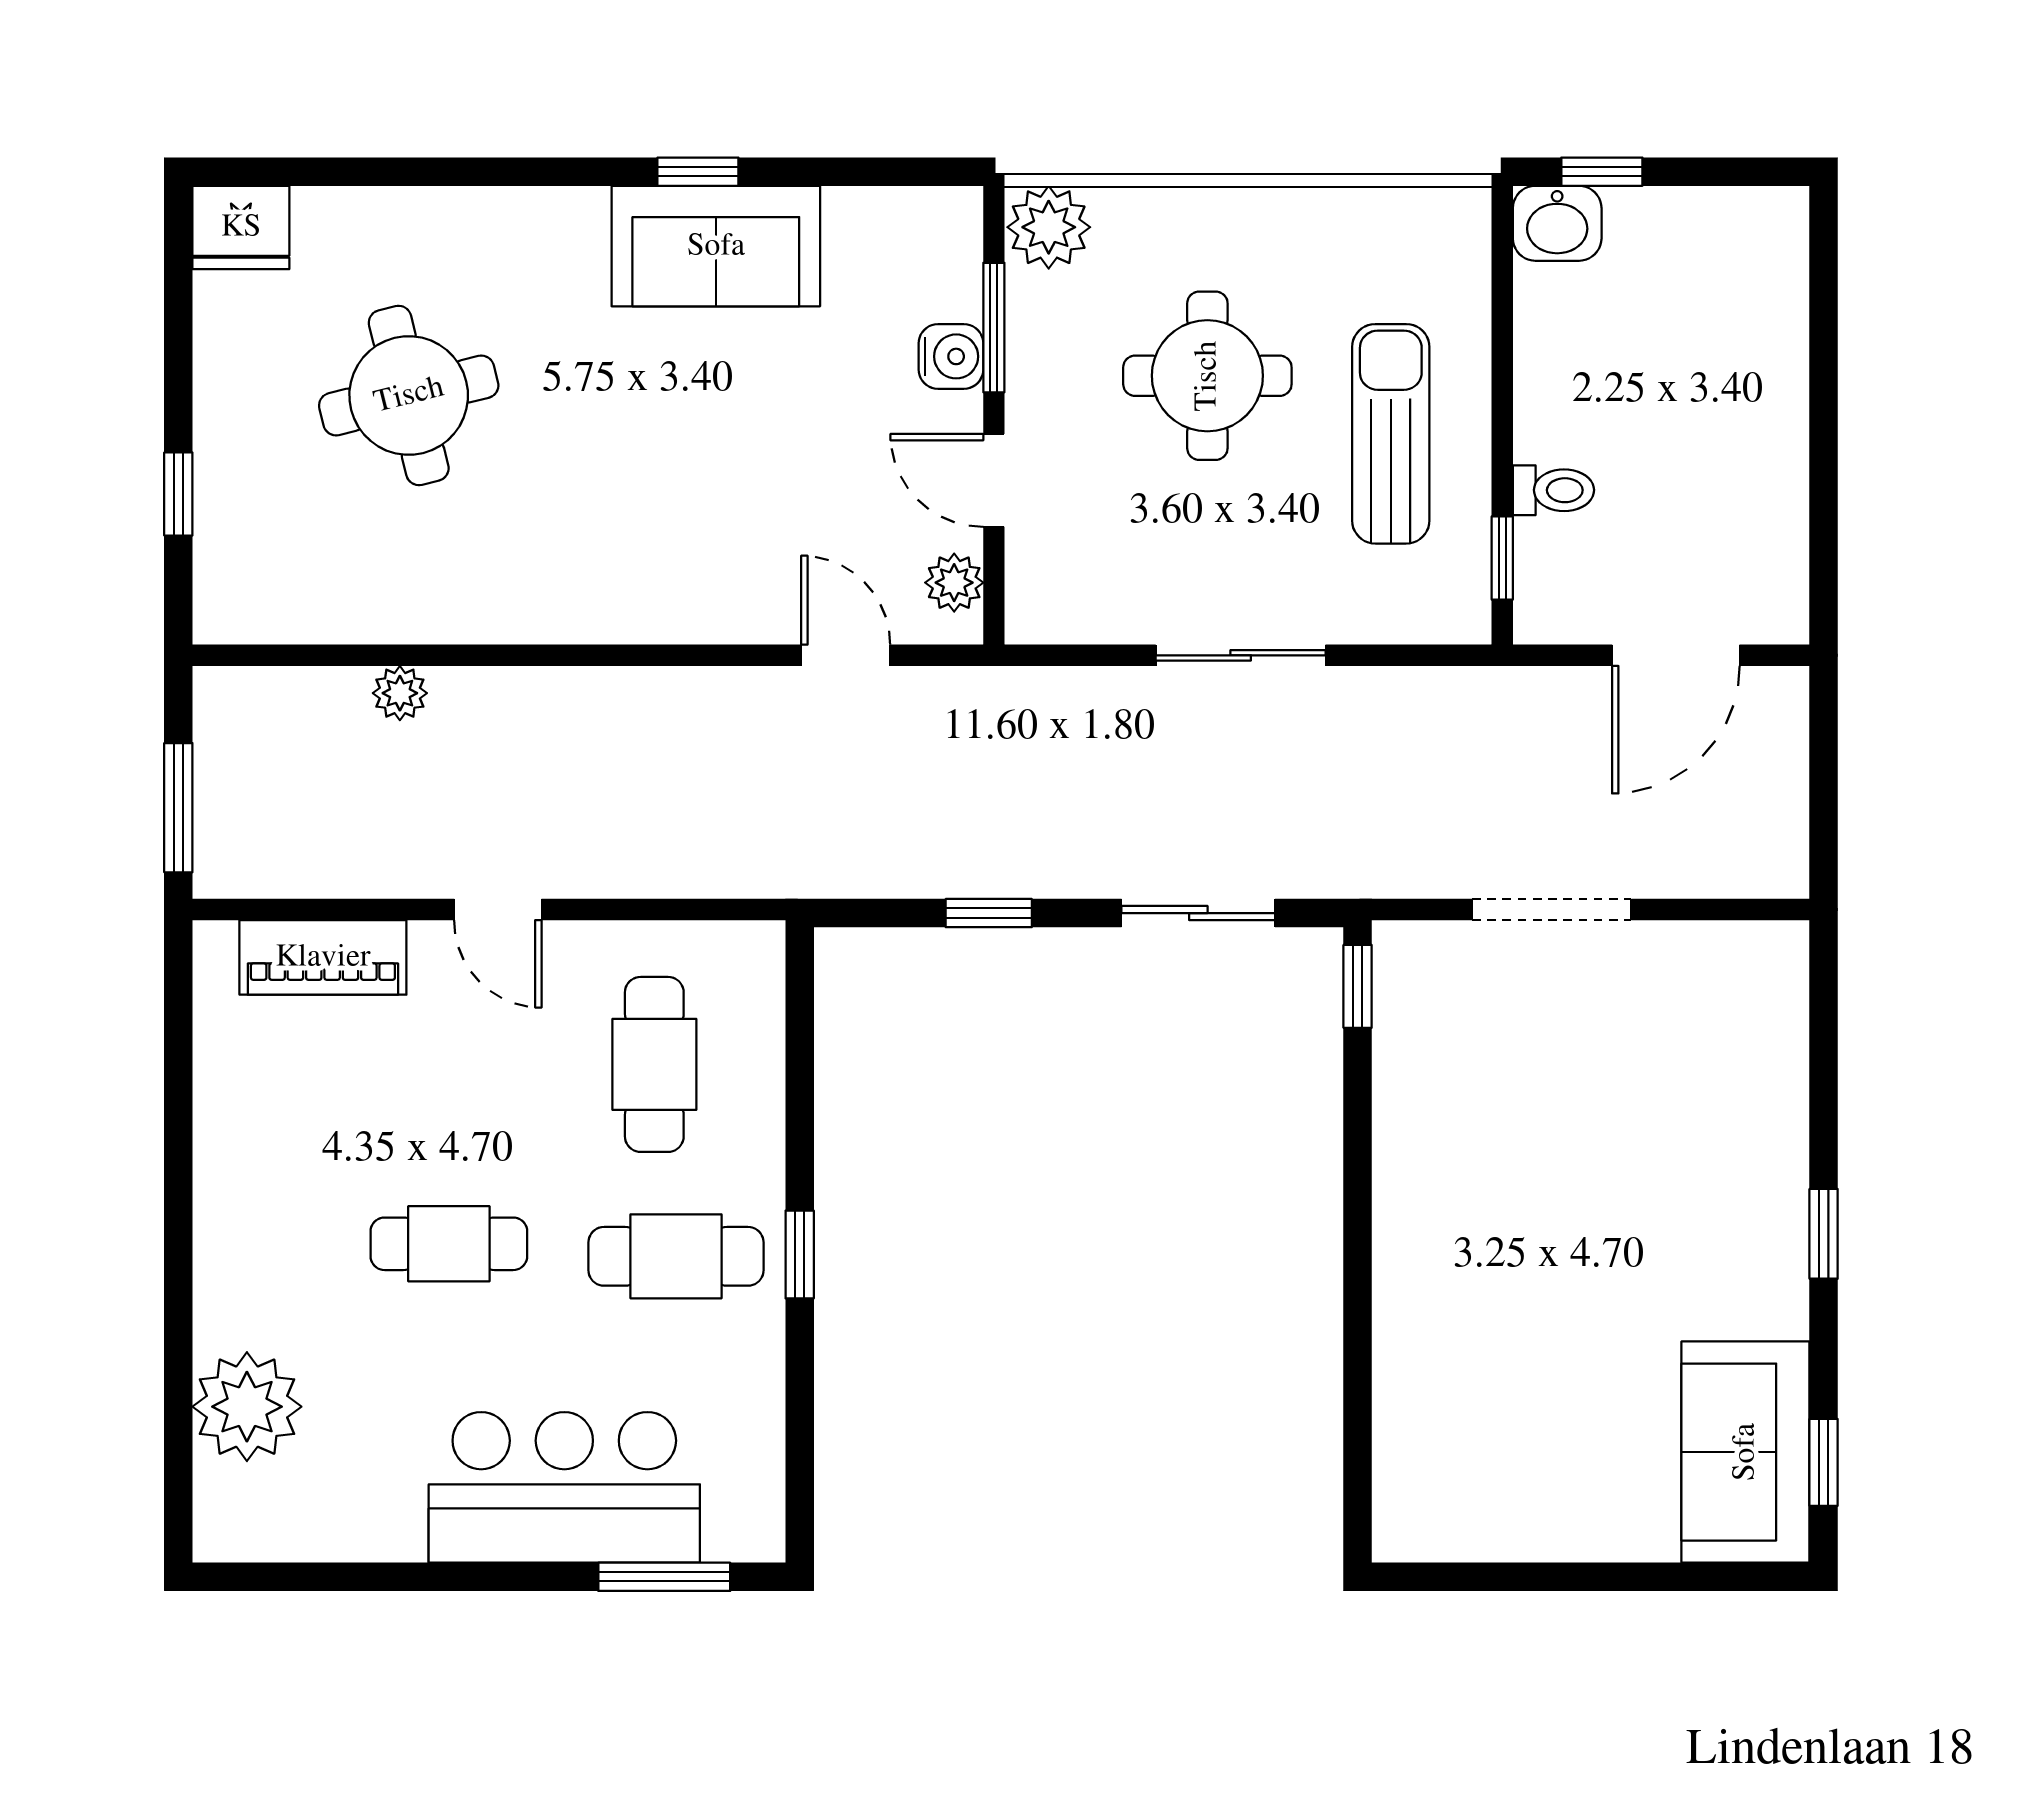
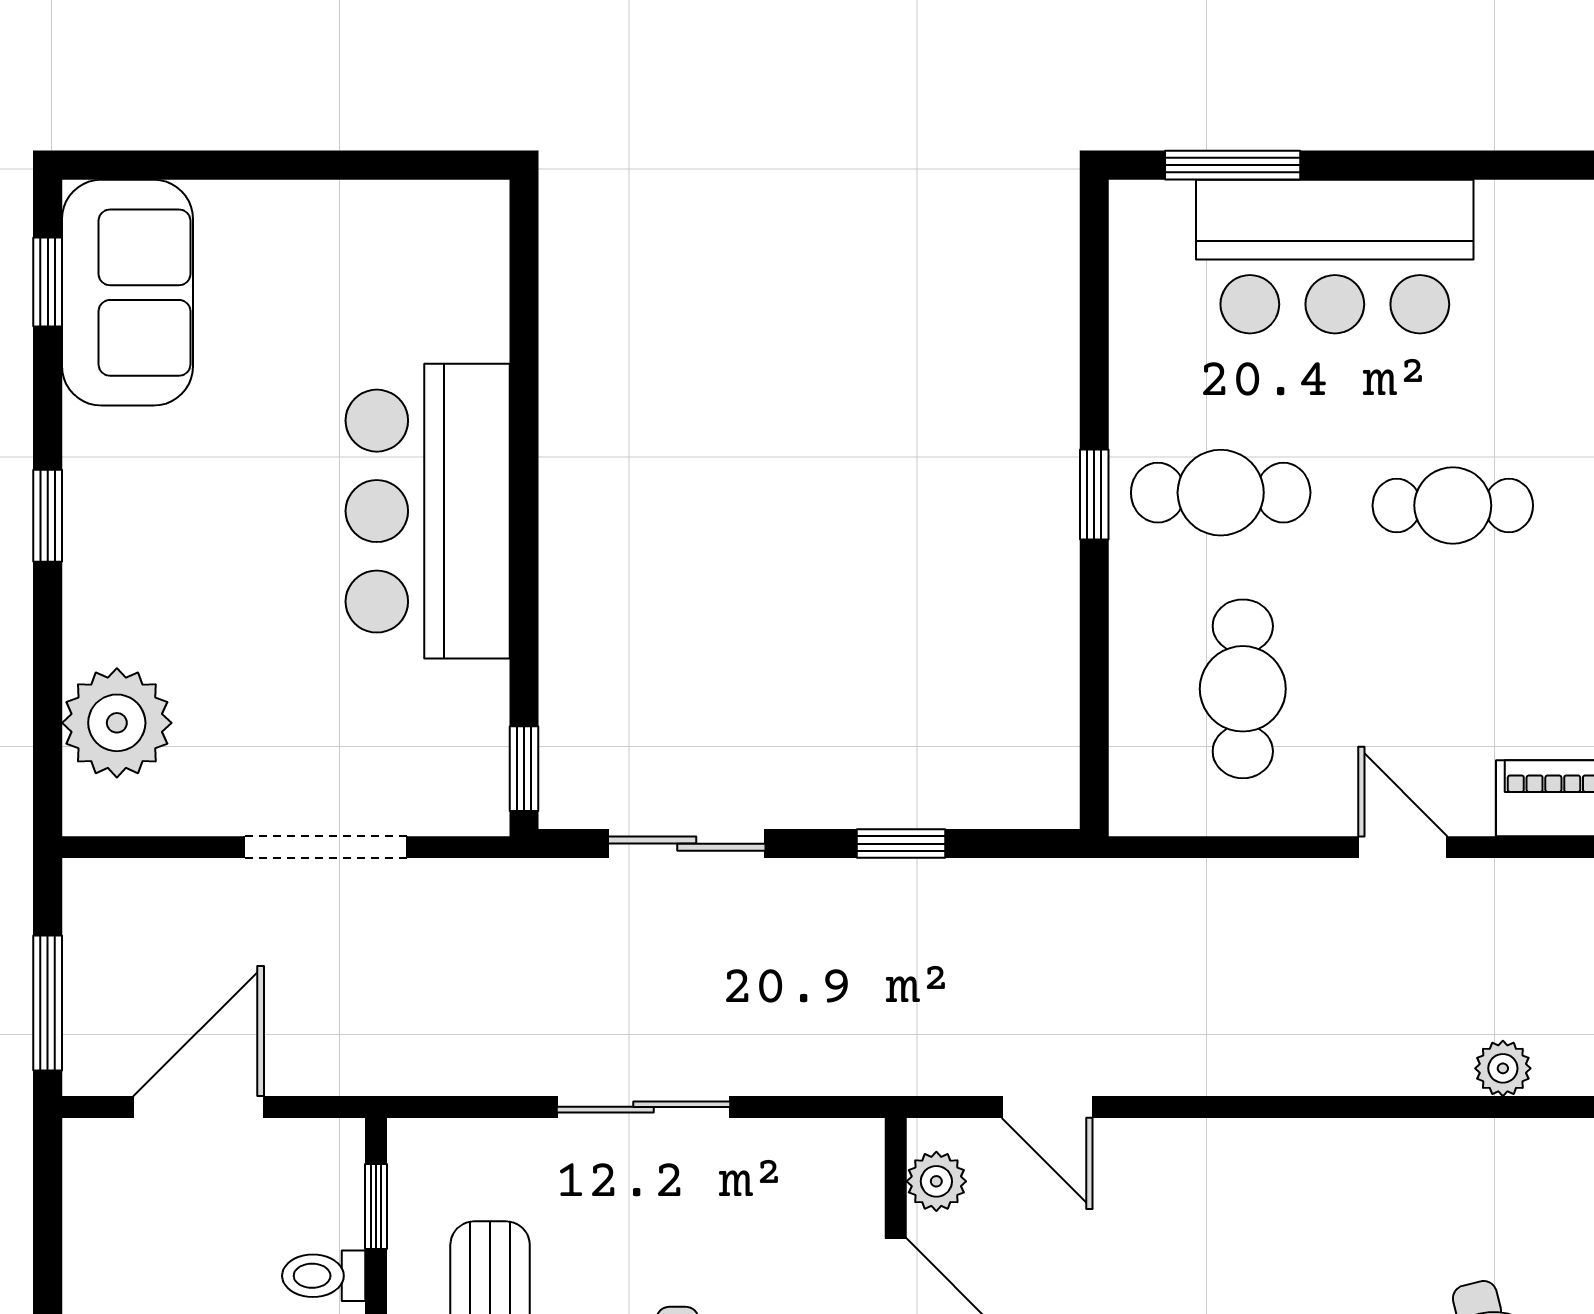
window: (1824, 757) -> (48, 1003), added
plant: (1756, 1031) -> (117, 723), added
bar counter: (1452, 1238) -> (428, 511), added

